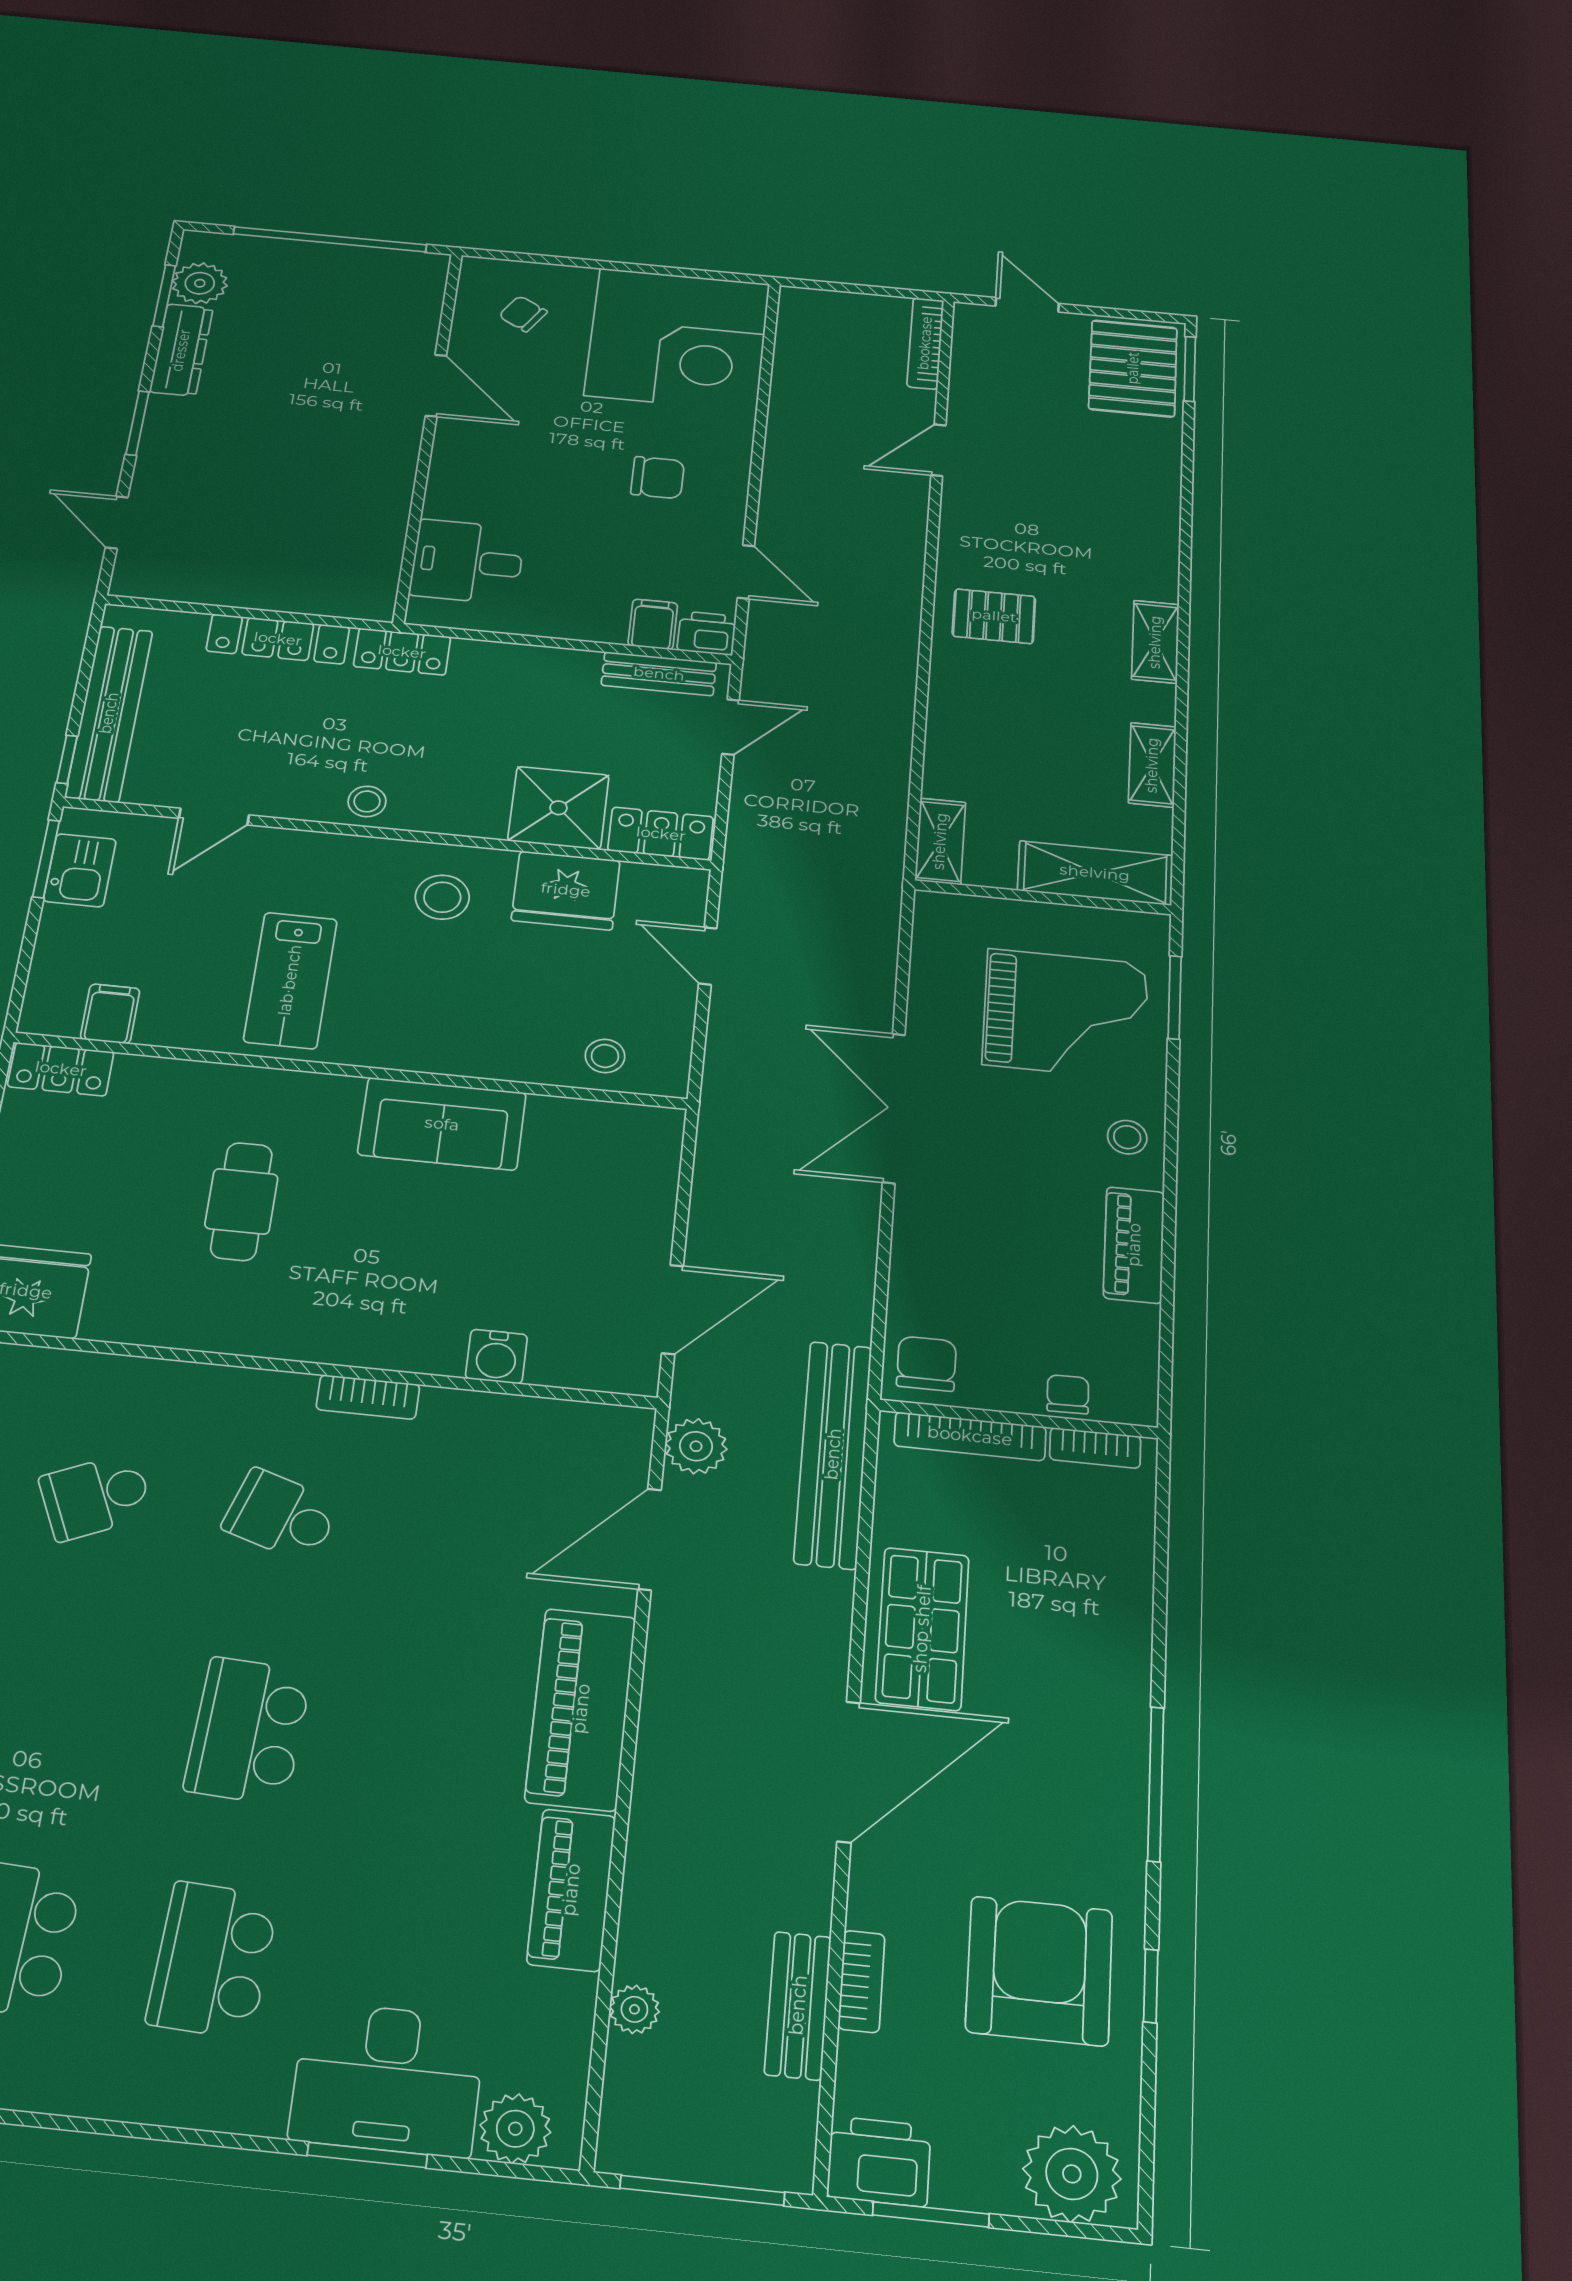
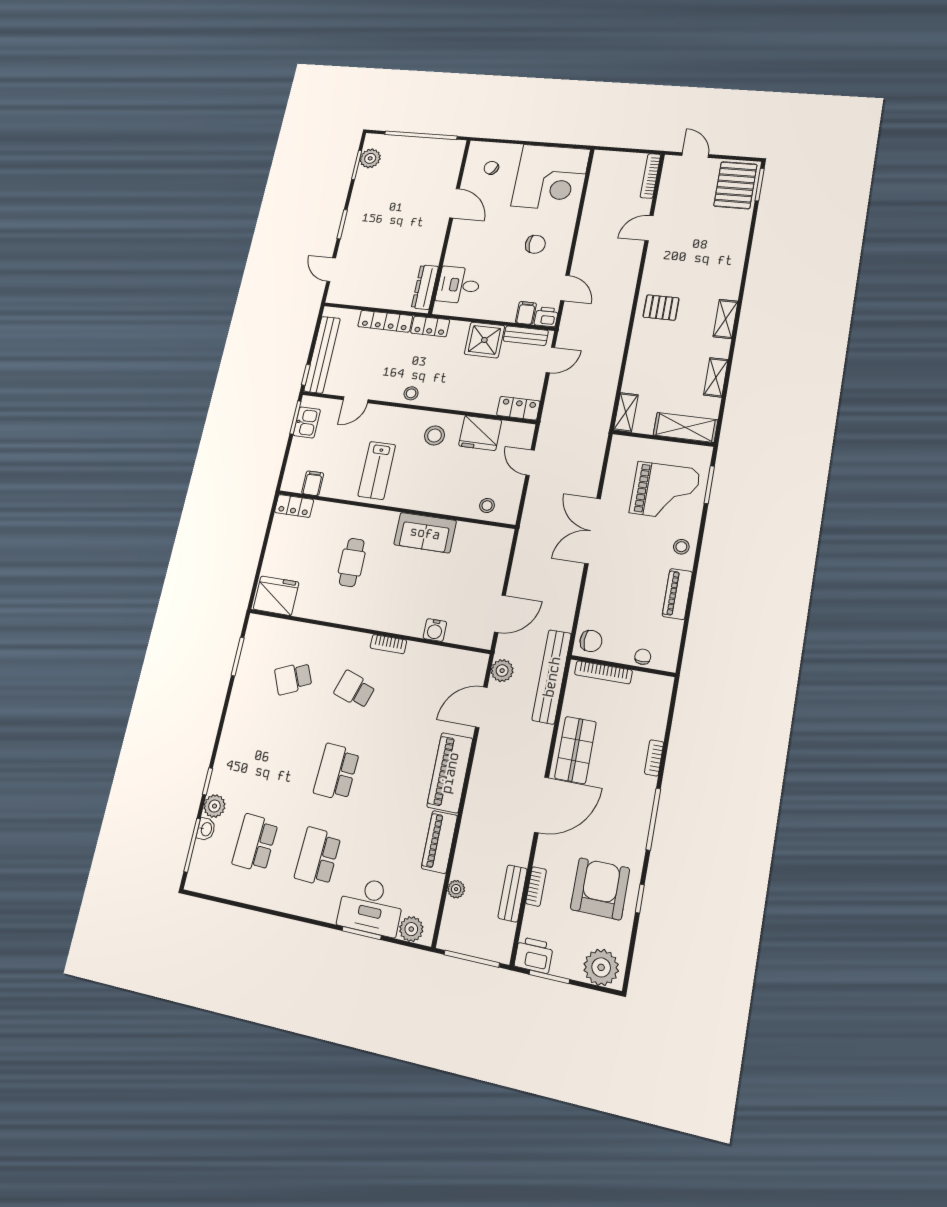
dresser: (181, 350) -> (425, 287), moved, turned 180
shower: (559, 808) -> (484, 340), moved
chair: (926, 1364) -> (591, 641), turned 90
bookcase: (1095, 1448) -> (654, 758), moved, turned 90

